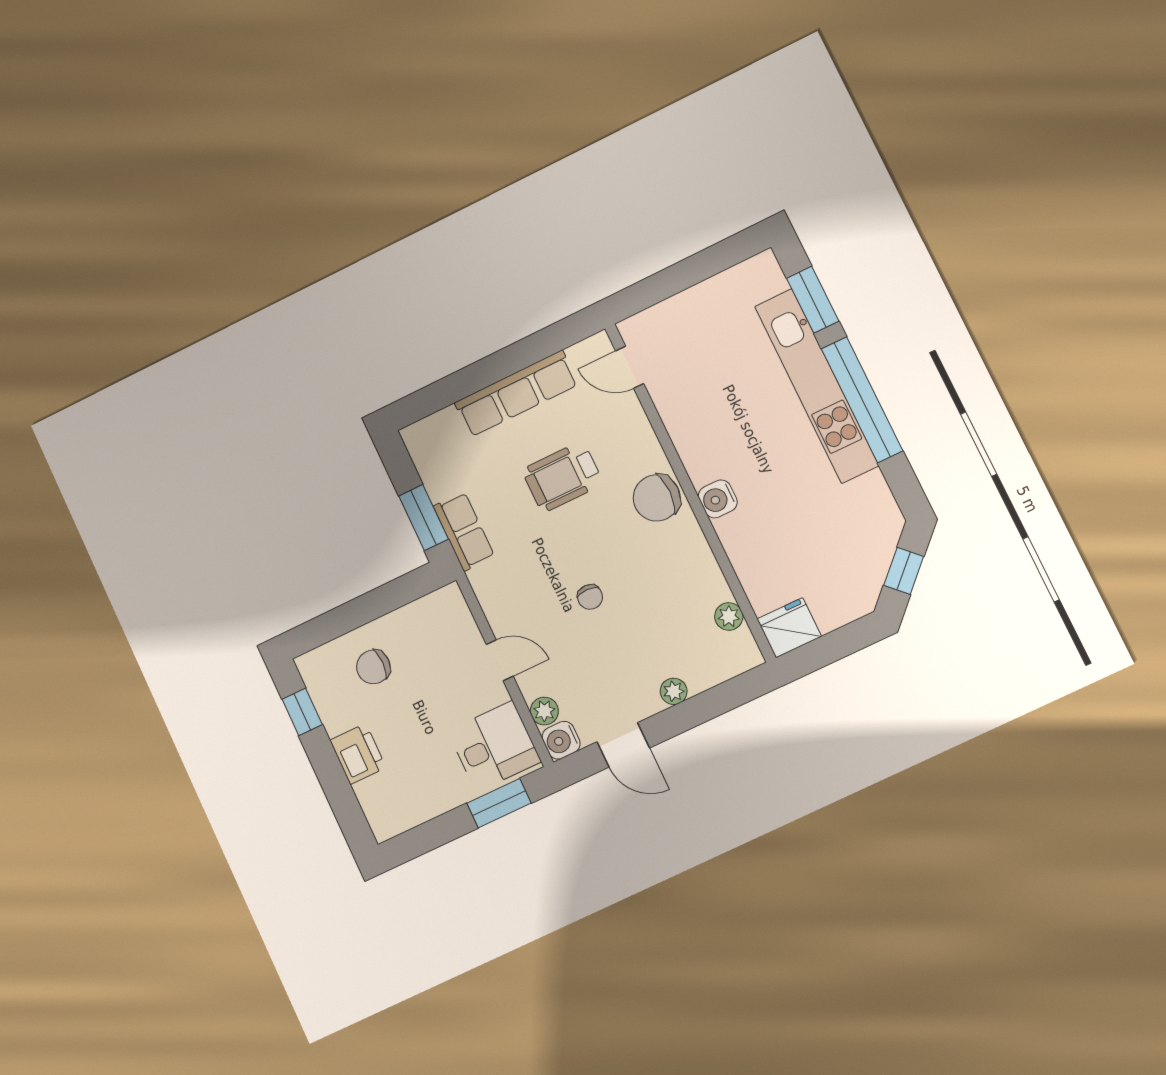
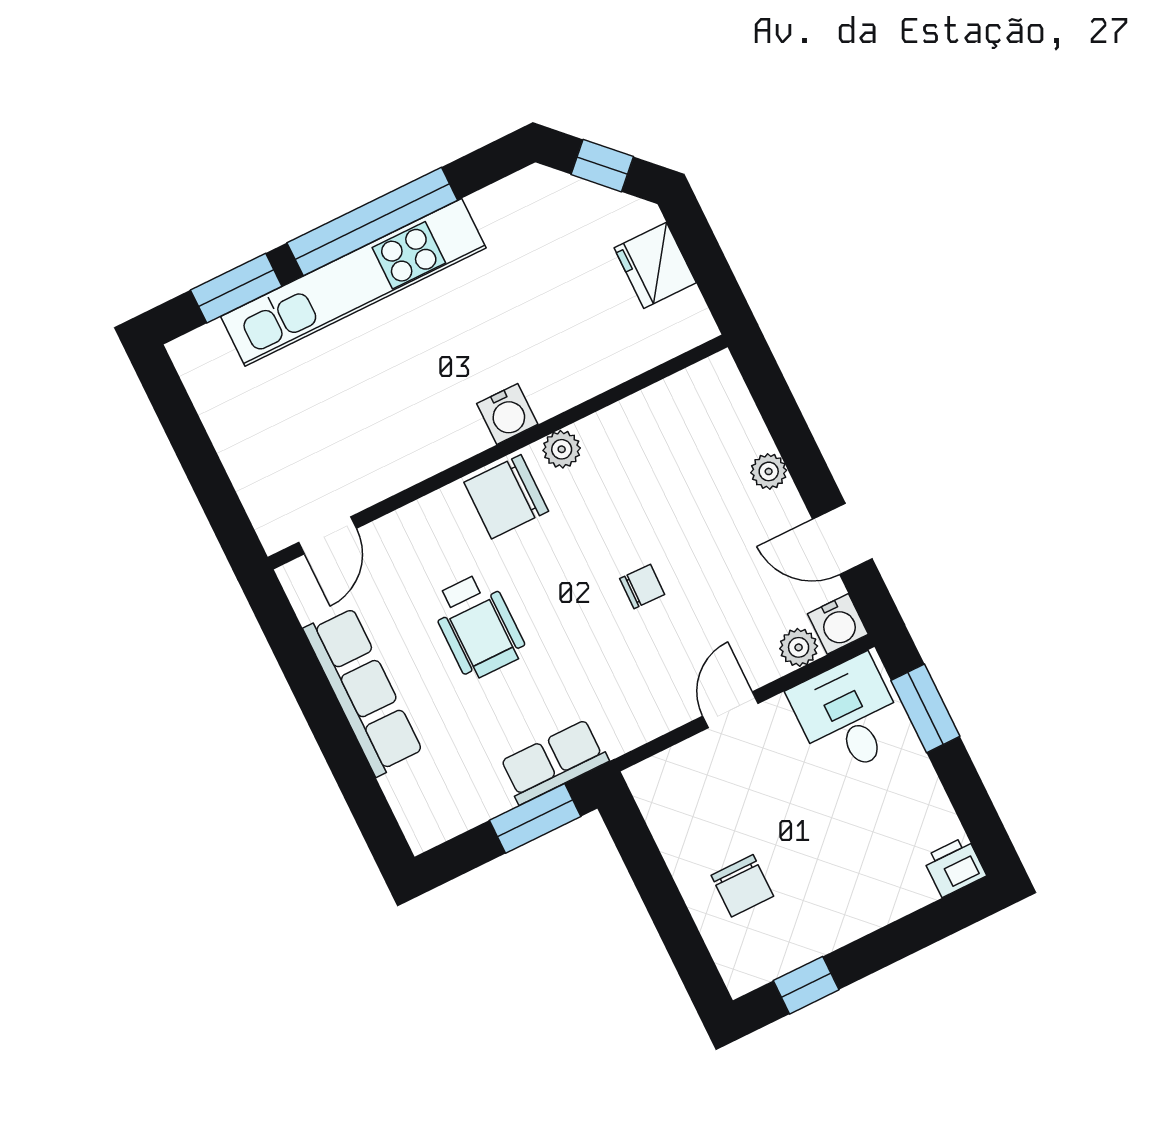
chair: (657, 498) -> (506, 497), turned 90
plant: (729, 616) -> (562, 449), moved
fridge: (789, 628) -> (655, 265), moved
door: (623, 745) -> (842, 539), swing flipped
printer: (358, 754) -> (955, 867), moved, width x0.73, depth x0.81

